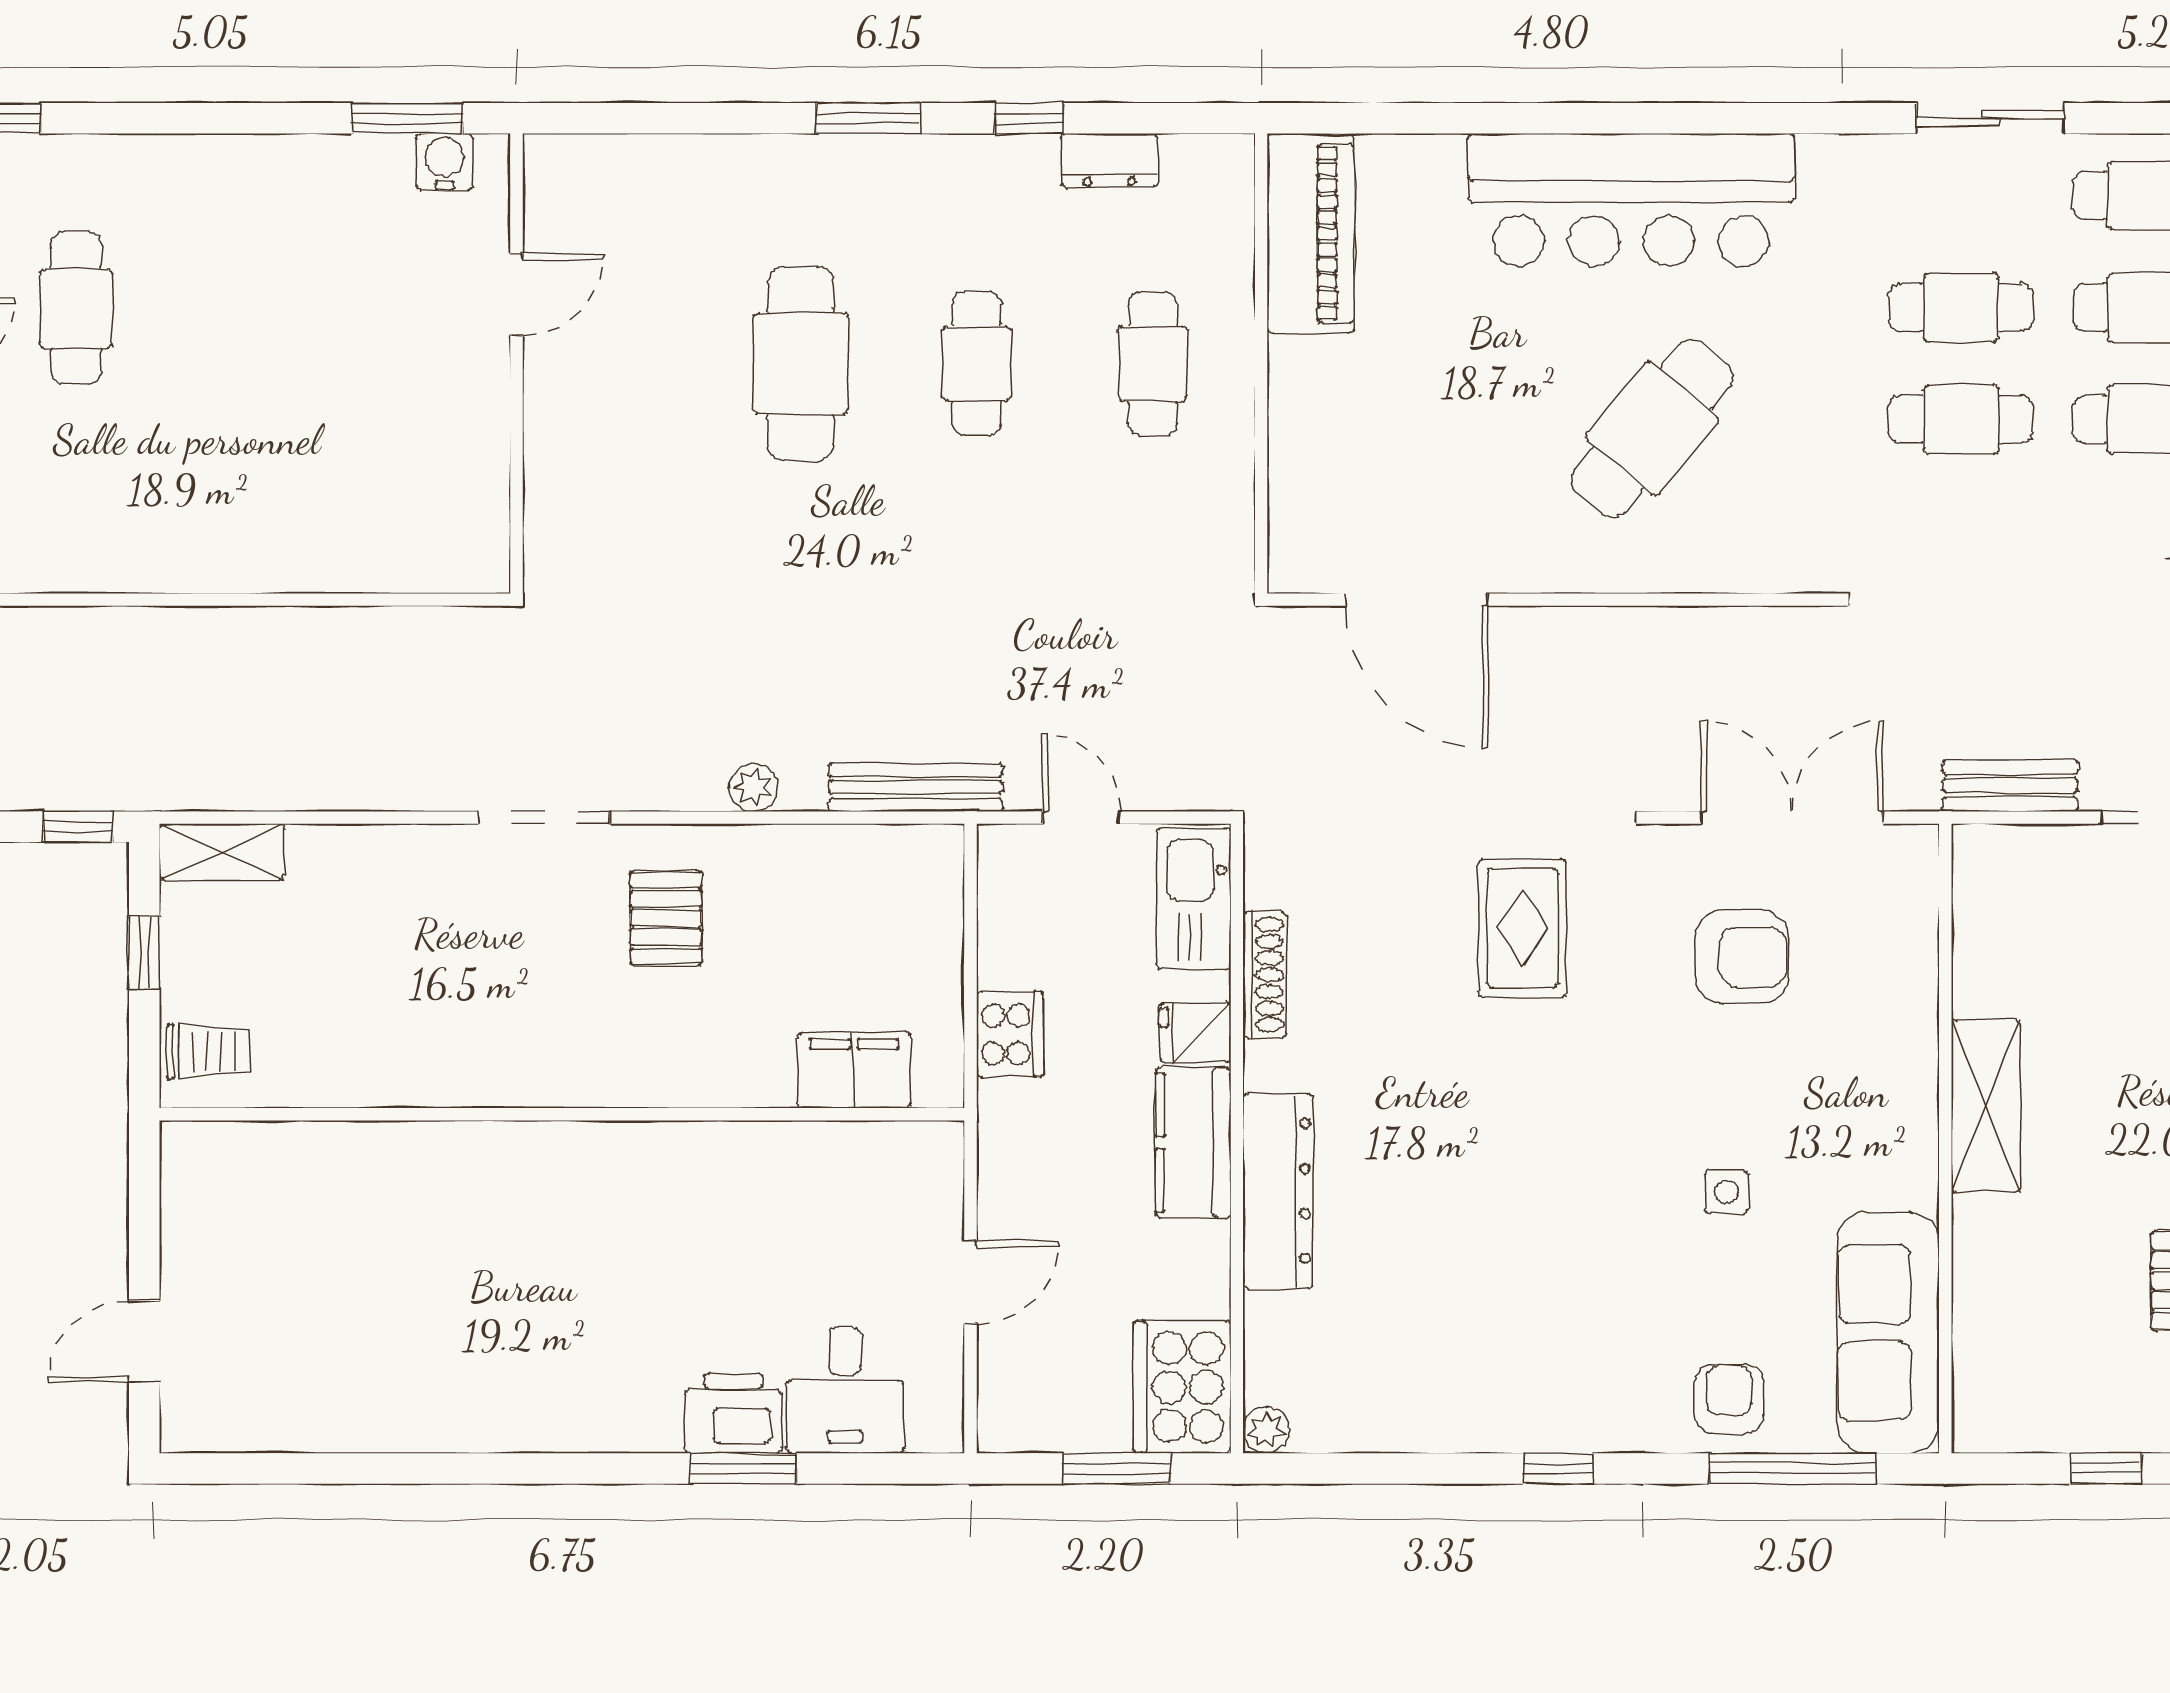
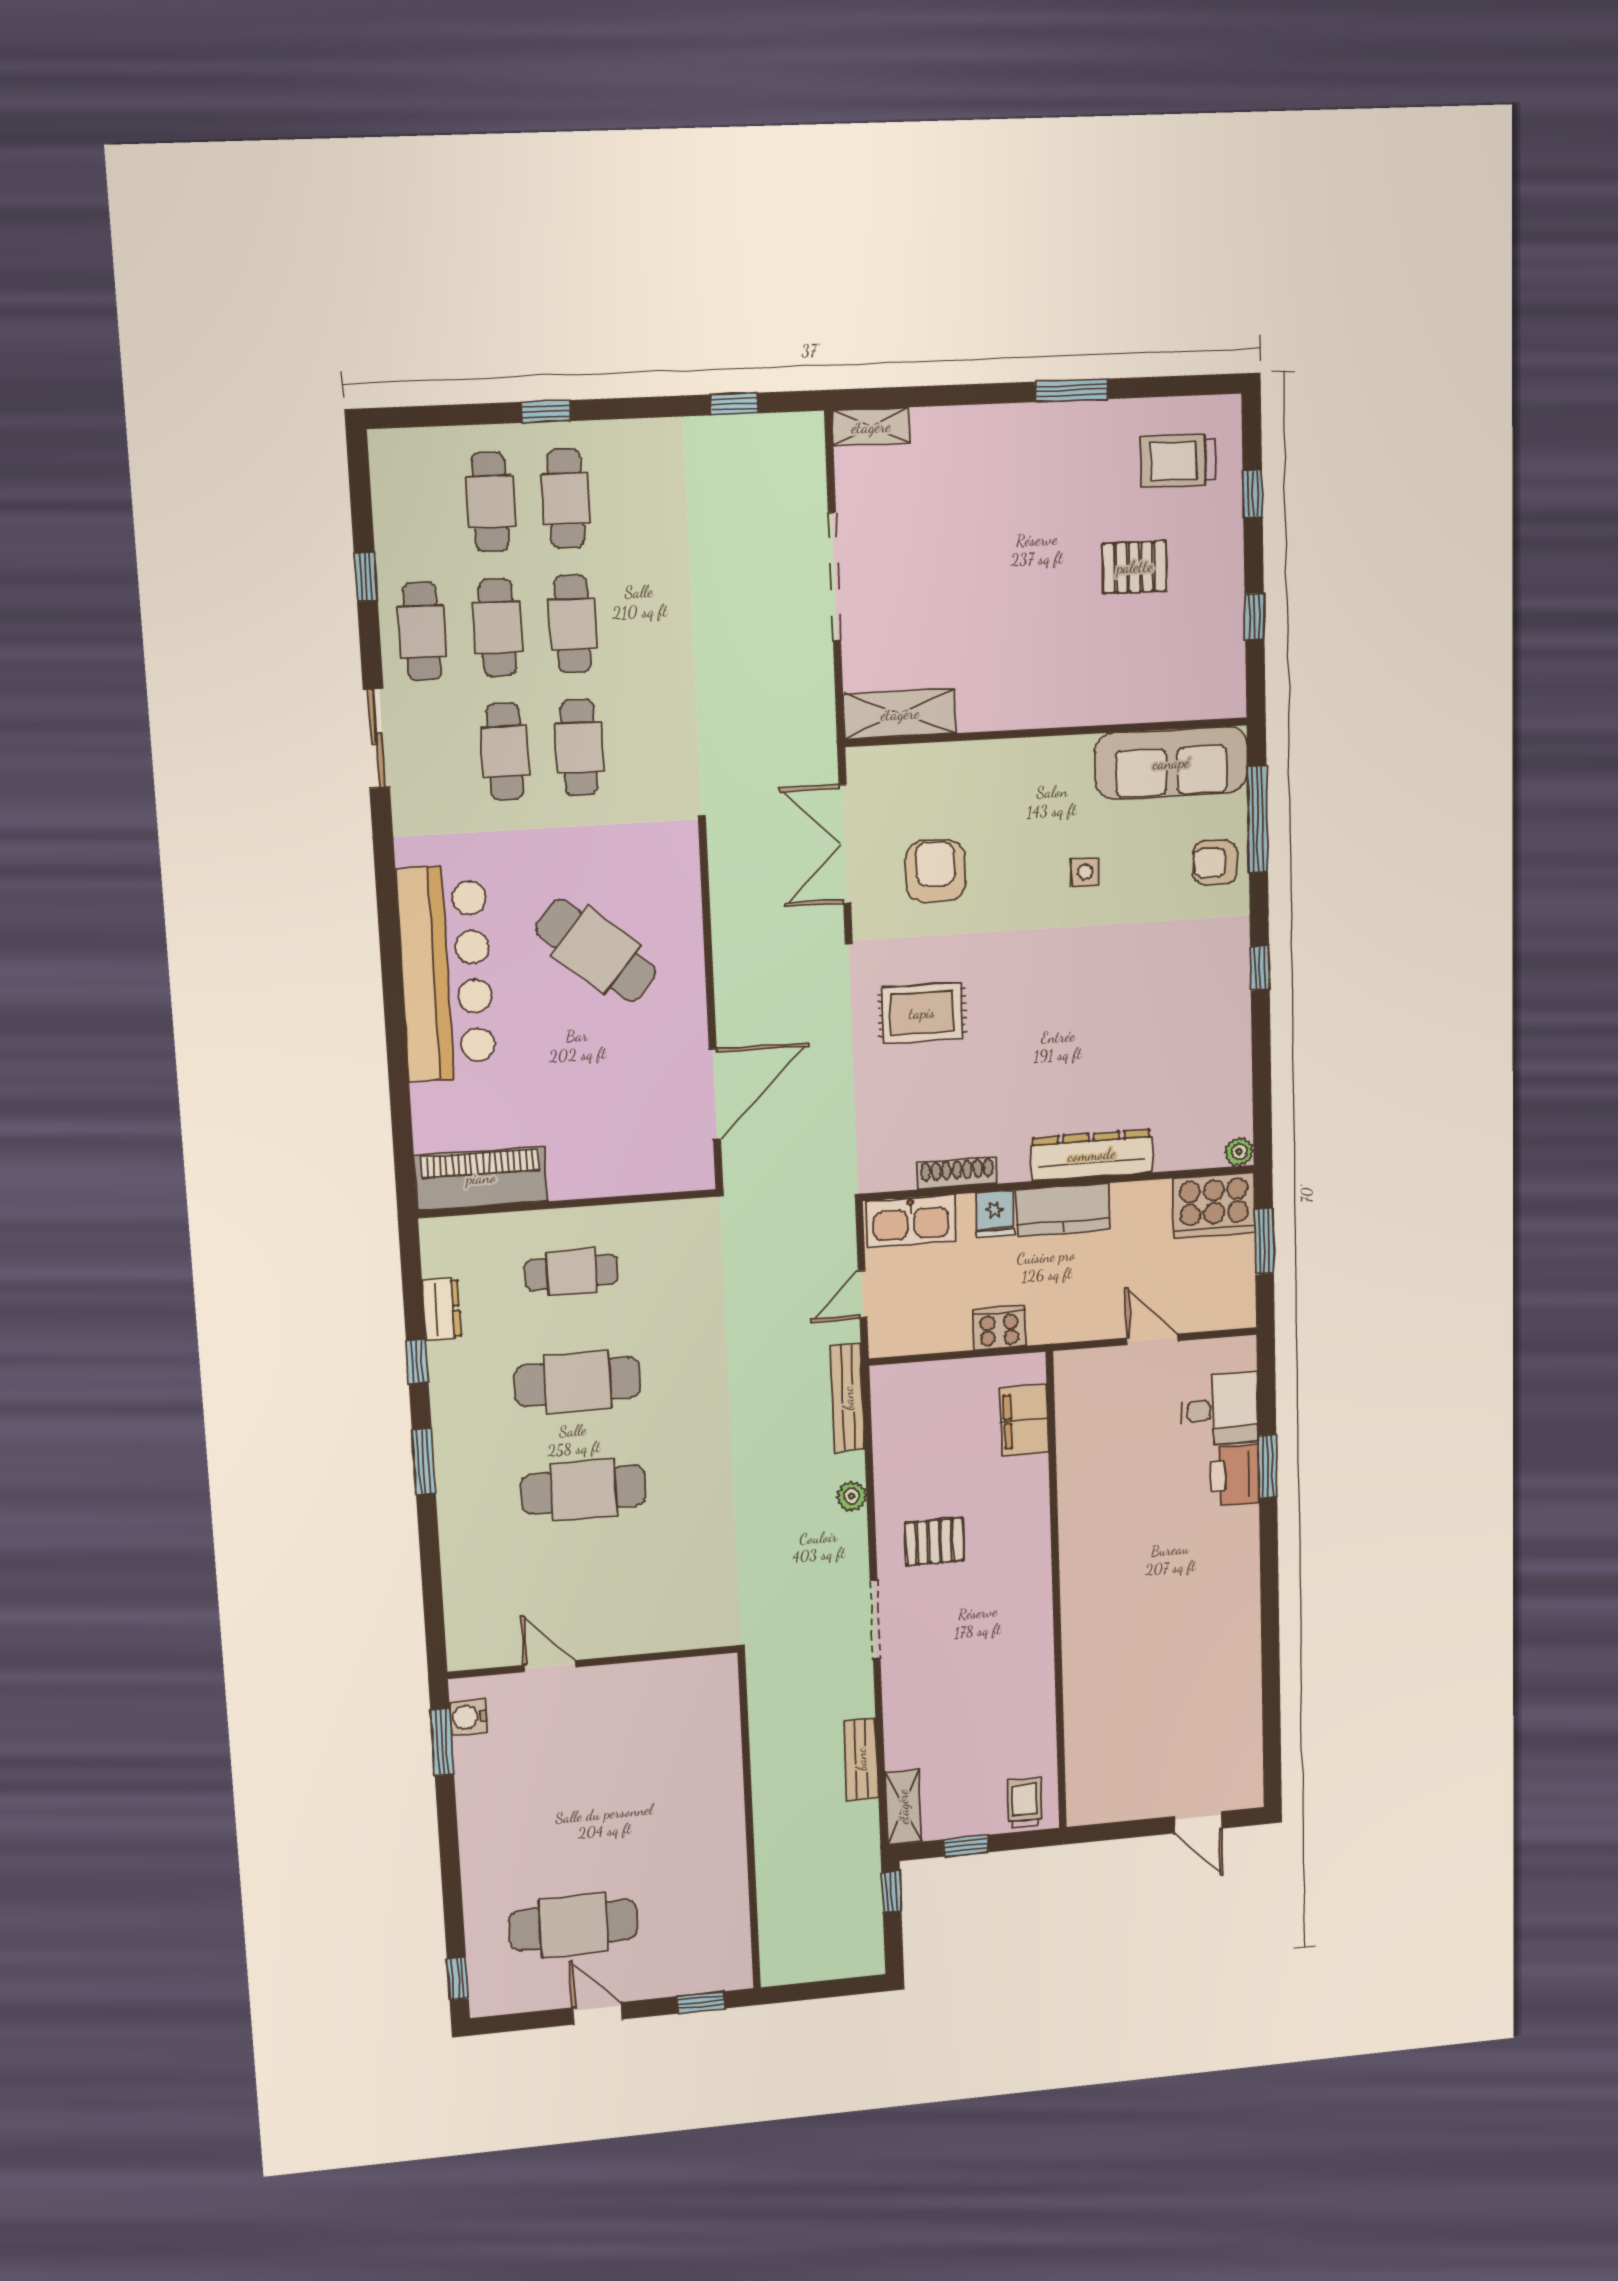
cafe table: (76, 308) -> (574, 1925), width x1.37, depth x1.35
cafe table: (977, 364) -> (578, 1382), width x1.37, depth x1.35
bench: (2010, 786) -> (861, 1759), moved
shelving: (1986, 1106) -> (900, 714), moved

